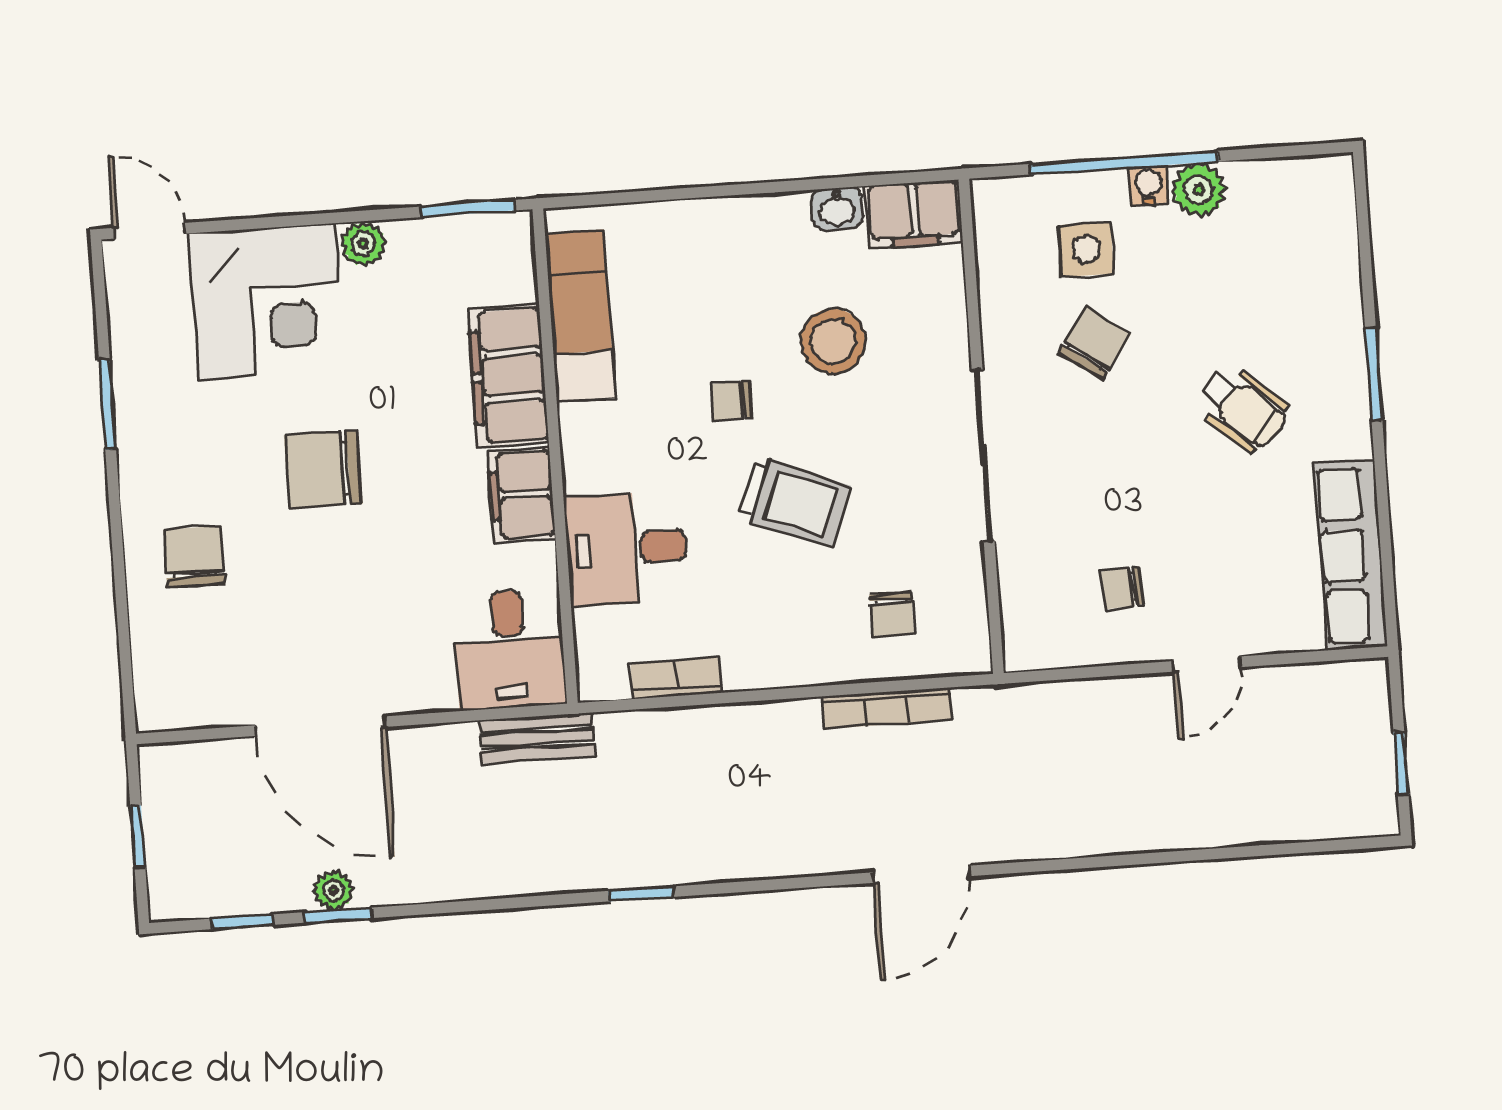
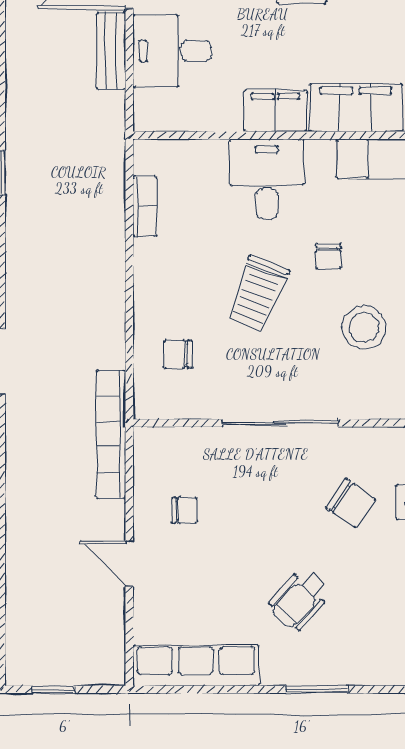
chair: (731, 401) -> (328, 256), turned 180
desk: (626, 548) -> (267, 179), moved
chair: (1122, 588) -> (184, 510), turned 94
desk: (509, 649) -> (172, 51), moved
bookcase: (886, 708) -> (111, 434), moved, width x1.48, depth x1.31
bench: (537, 738) -> (111, 51), moved

